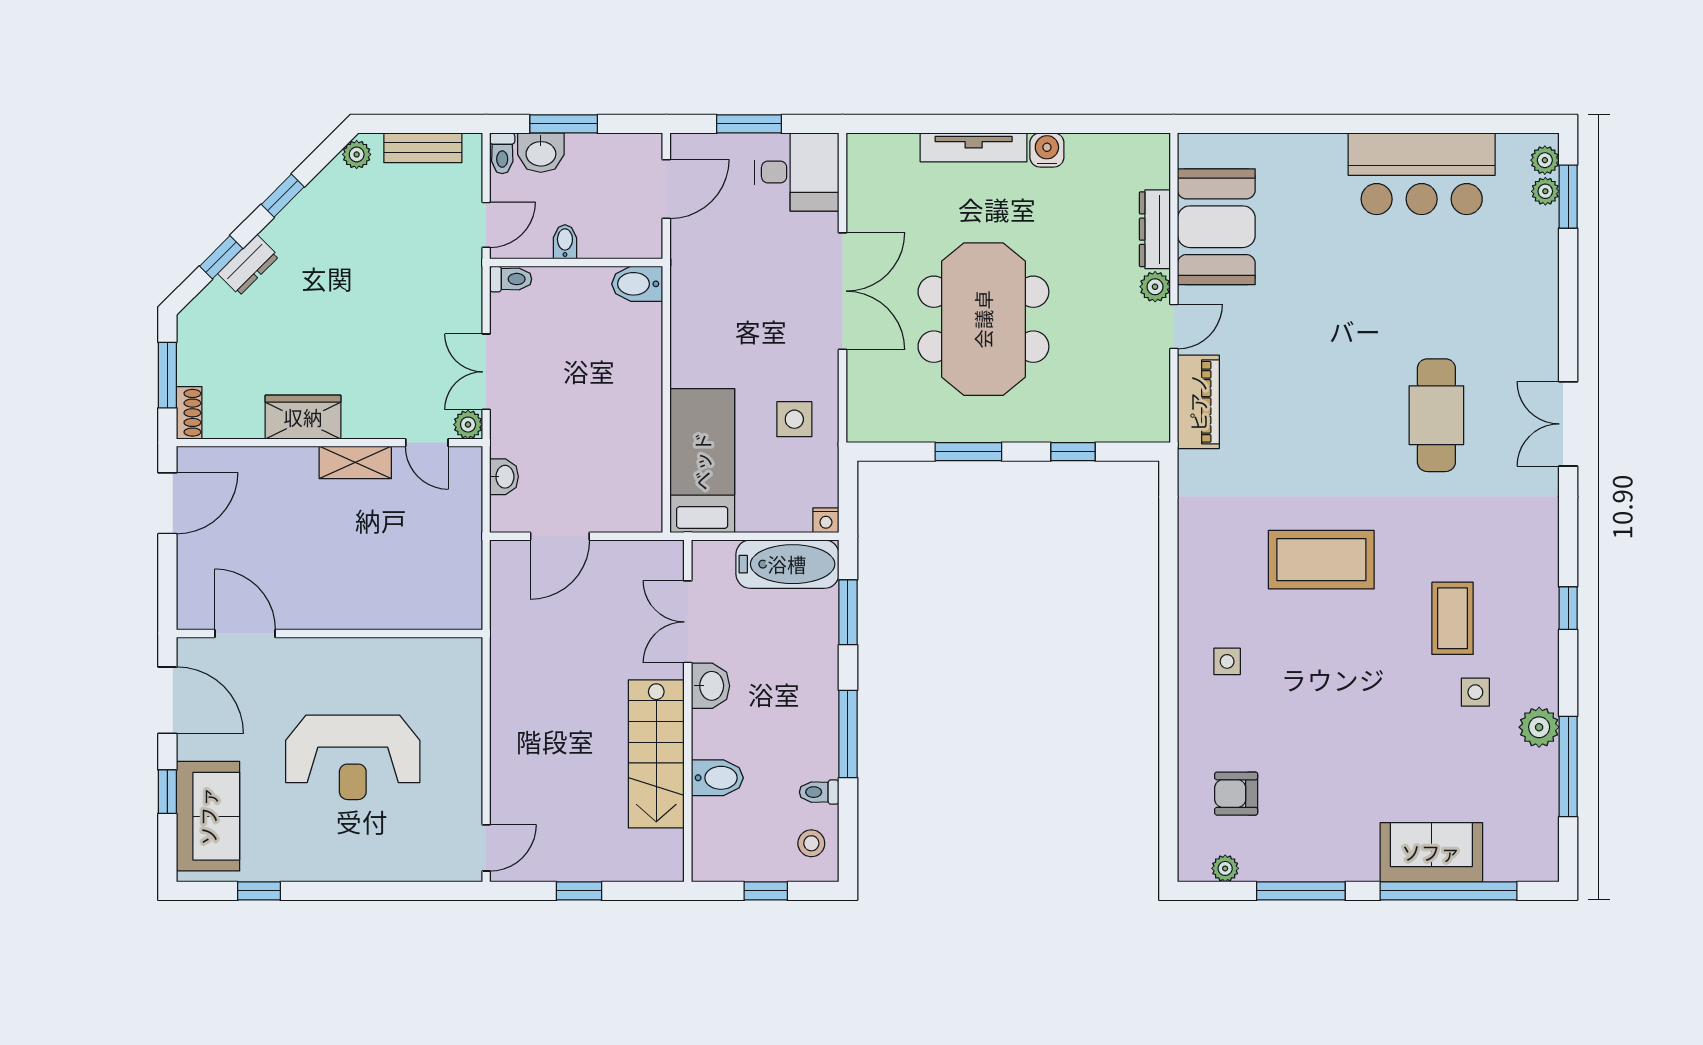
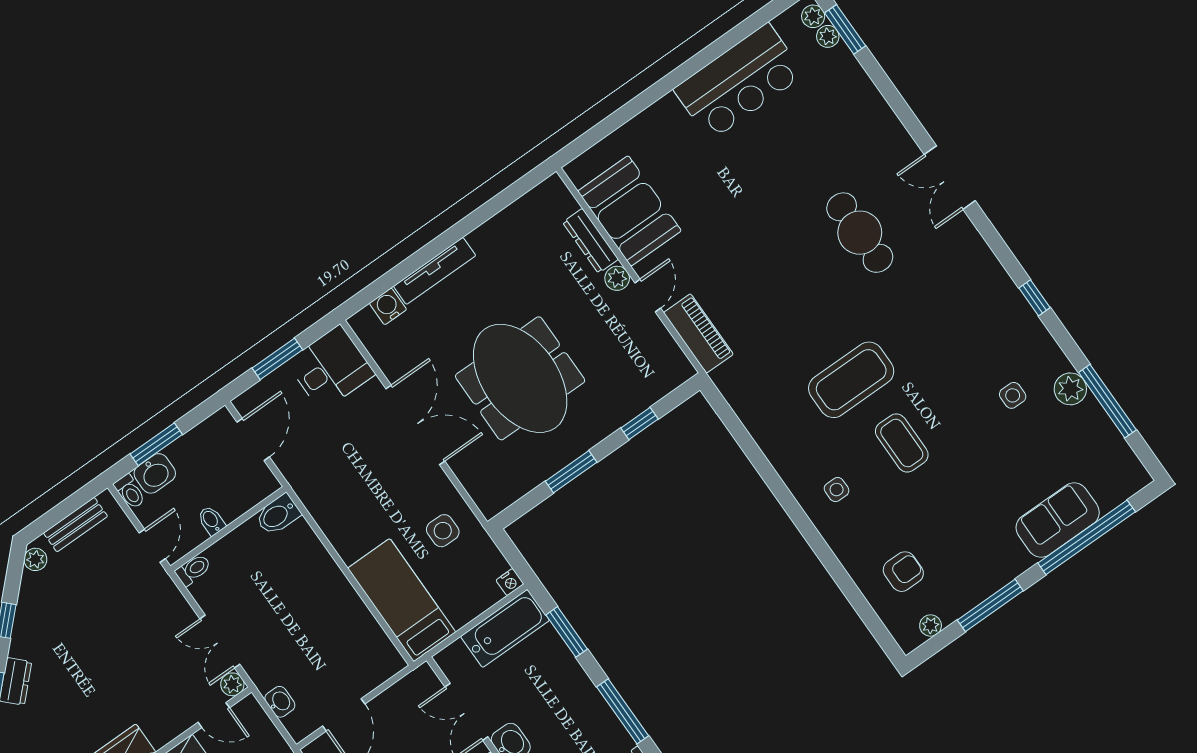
water cooler: (1047, 150) -> (388, 306), moved
coffee table: (1453, 618) -> (902, 443), moved
armchair: (1236, 794) -> (903, 572), turned 180

